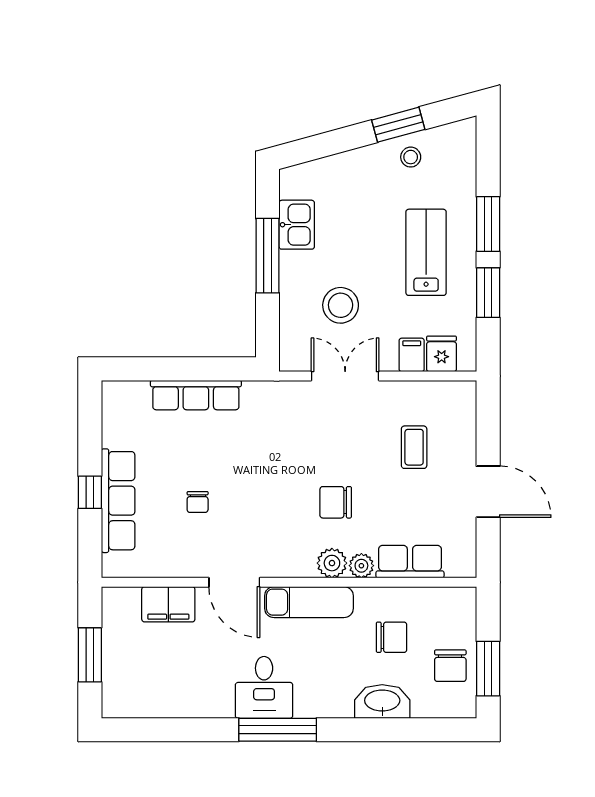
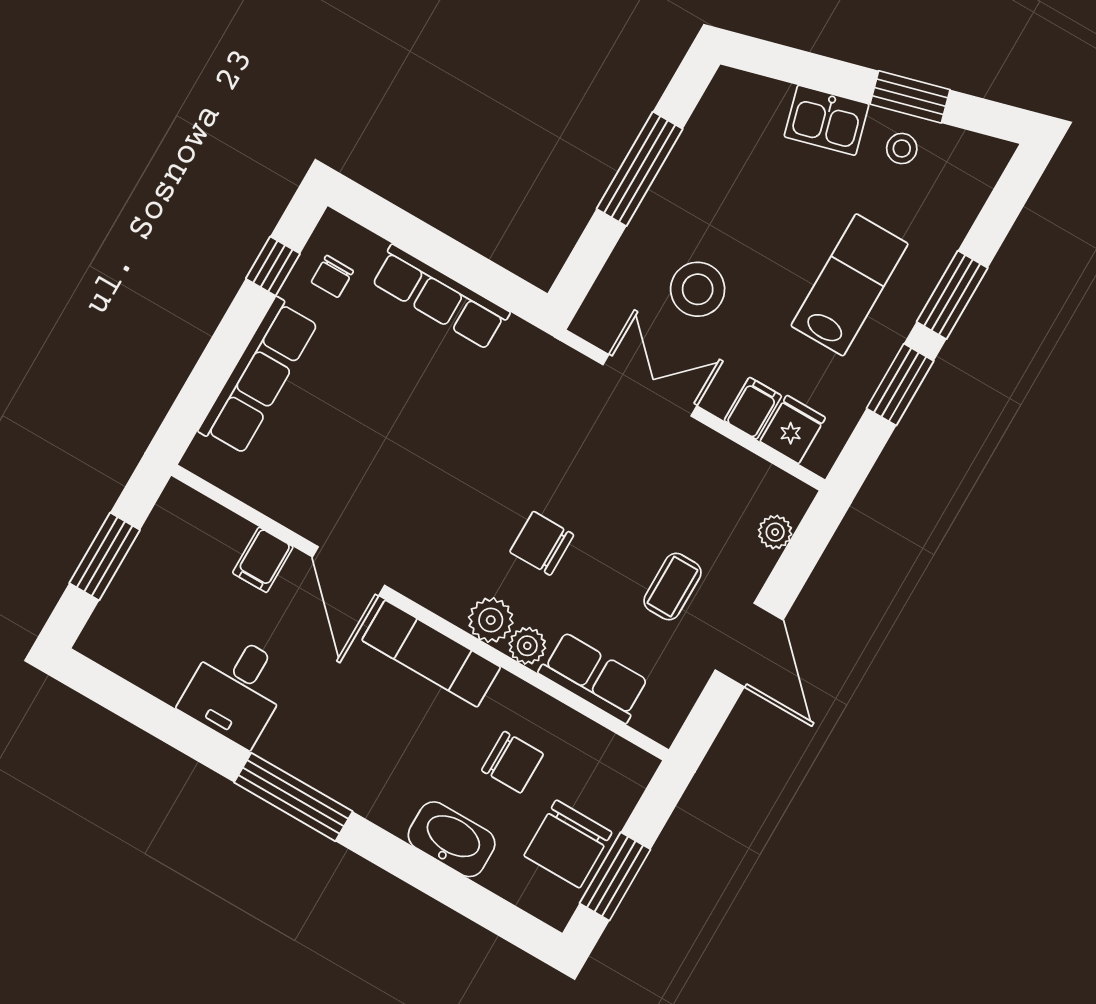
kitchen sink: (297, 225) -> (827, 120), moved, turned 75
plant: (465, 418) -> (775, 532), added
coffee table: (414, 447) -> (672, 587), moved
window: (90, 492) -> (273, 266), moved
chair: (198, 502) -> (332, 277), moved
filing cabinet: (168, 604) -> (263, 560), width x0.50
chair: (450, 666) -> (568, 844), width x1.37, depth x1.37
desk: (264, 687) -> (236, 690), moved

